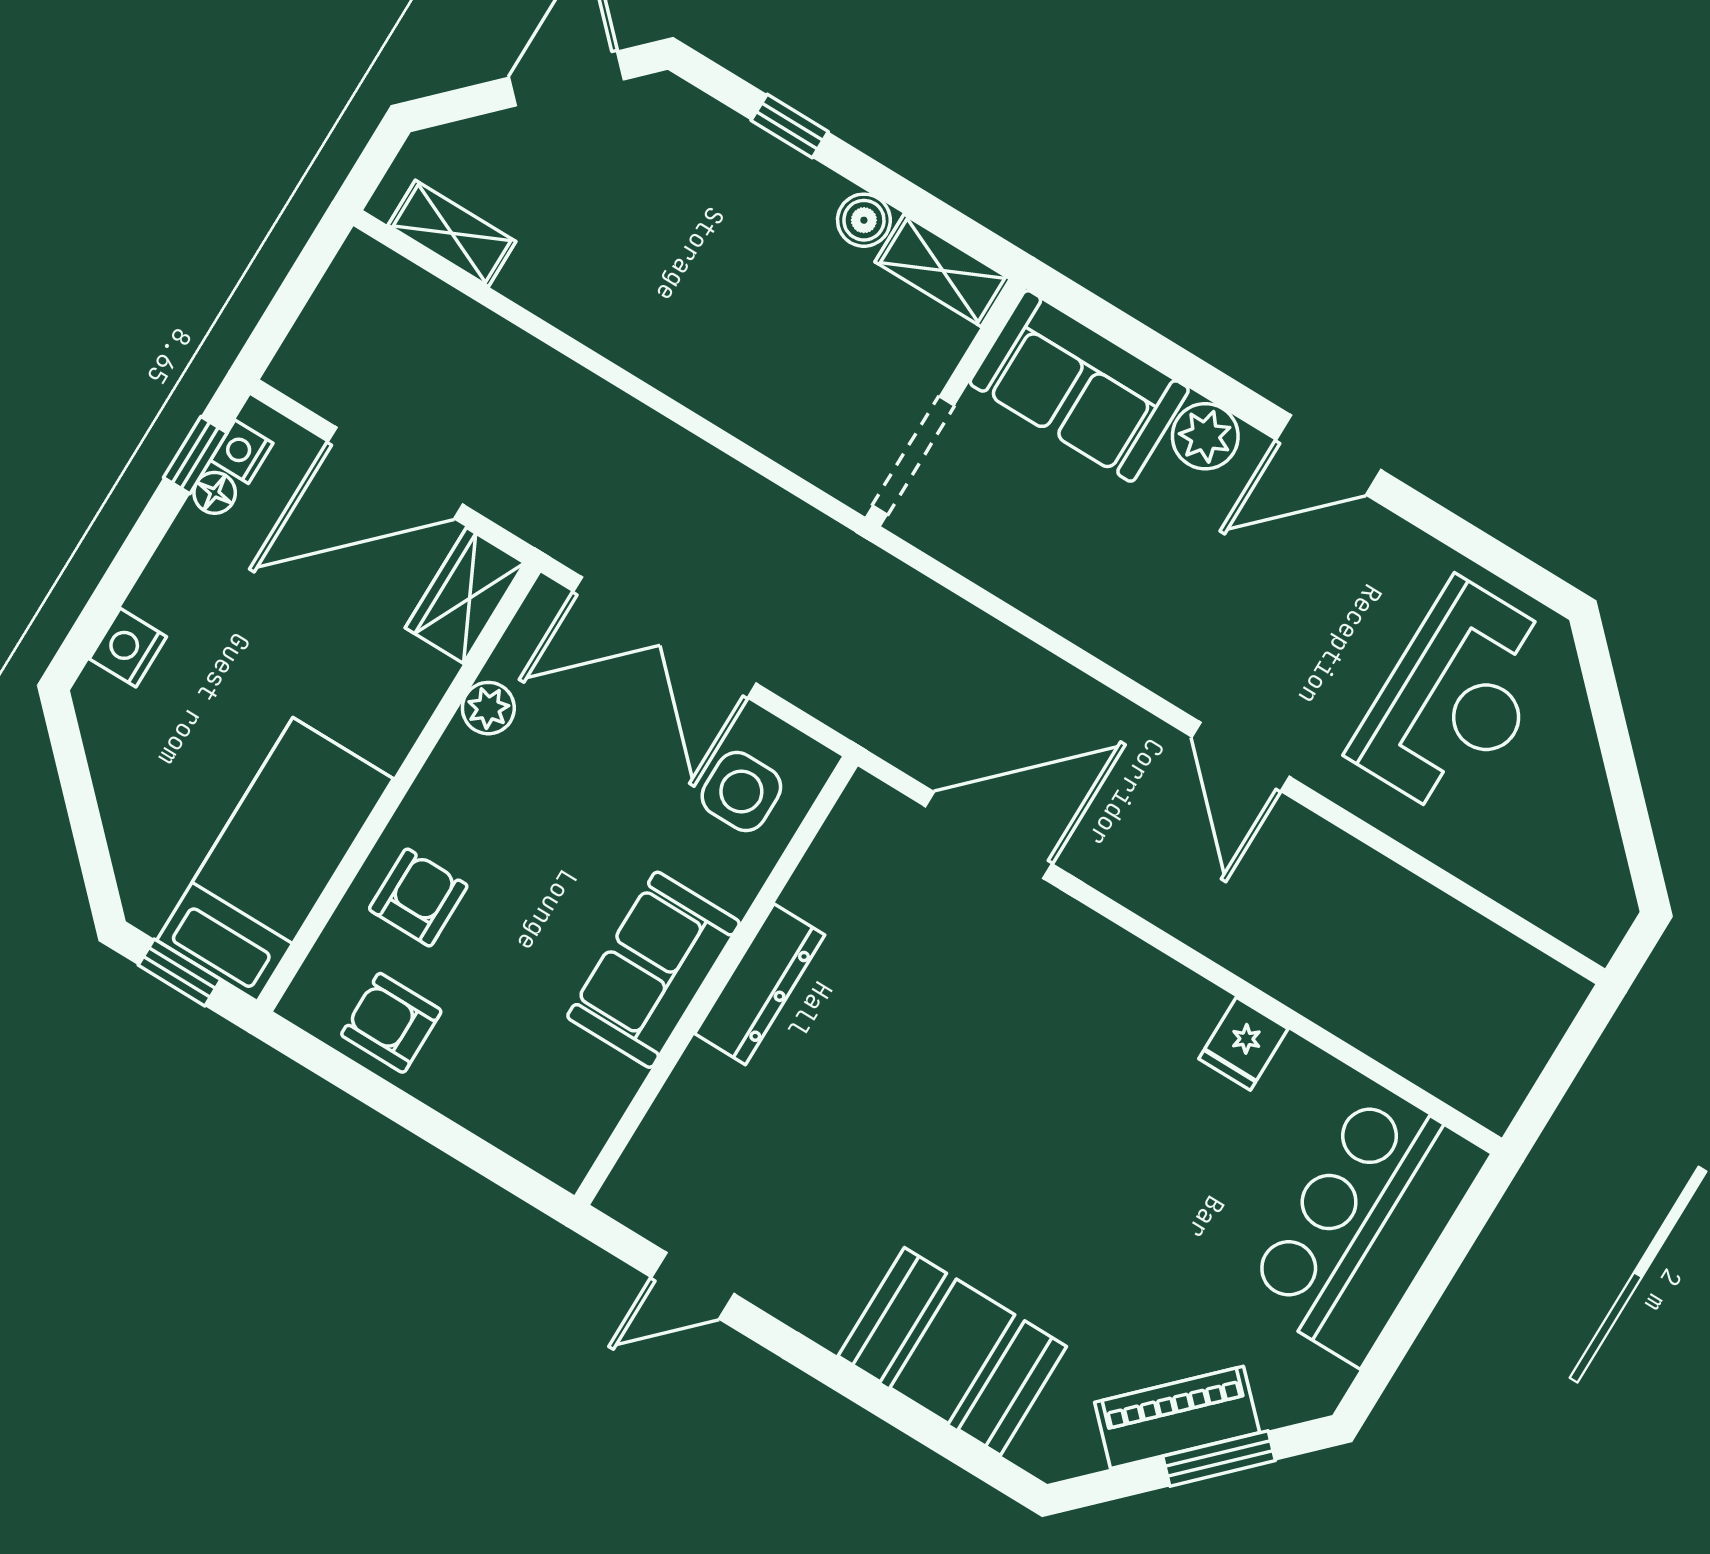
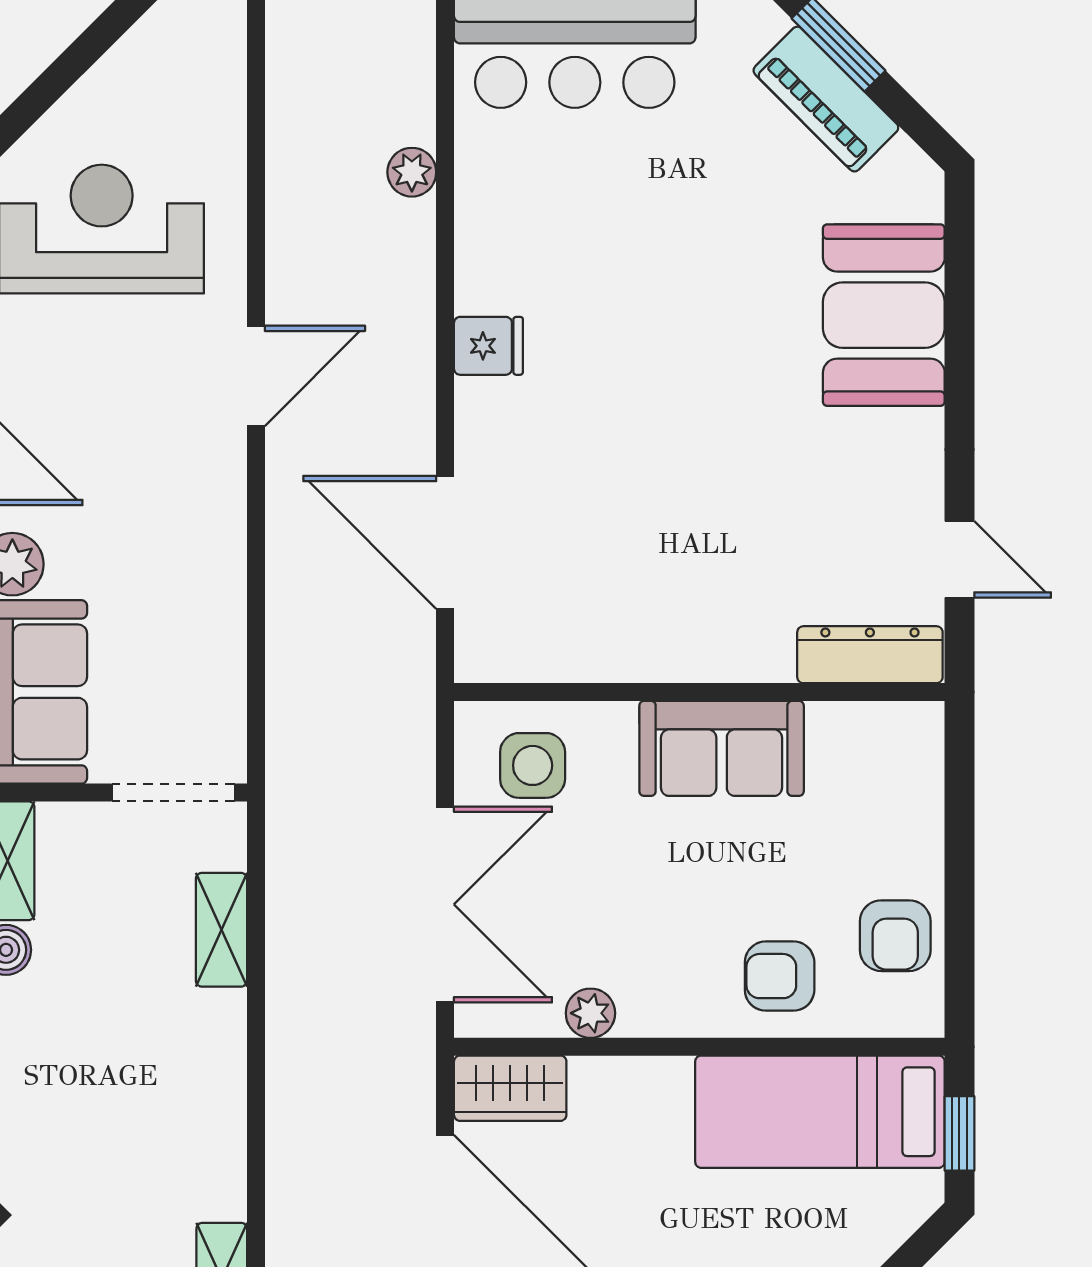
shelving: (764, 424) -> (221, 930), added
dresser: (760, 984) -> (870, 655), moved
plant: (1338, 1007) -> (412, 172), added
fridge: (1243, 1044) -> (488, 346), moved

